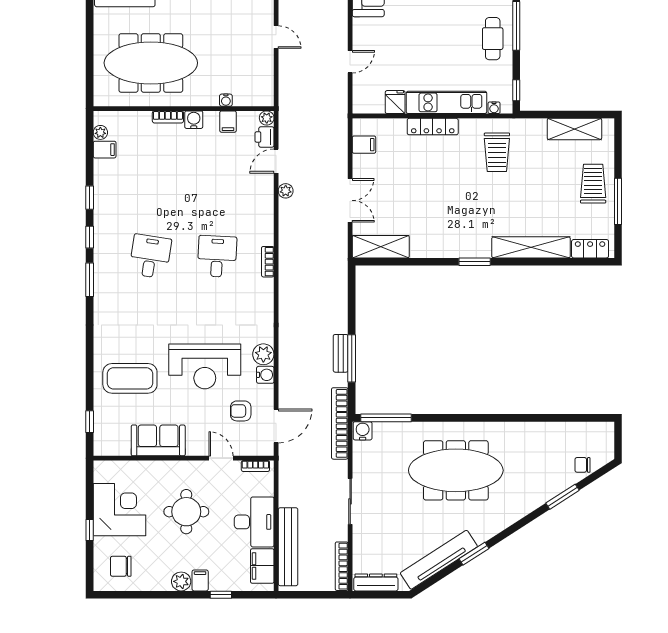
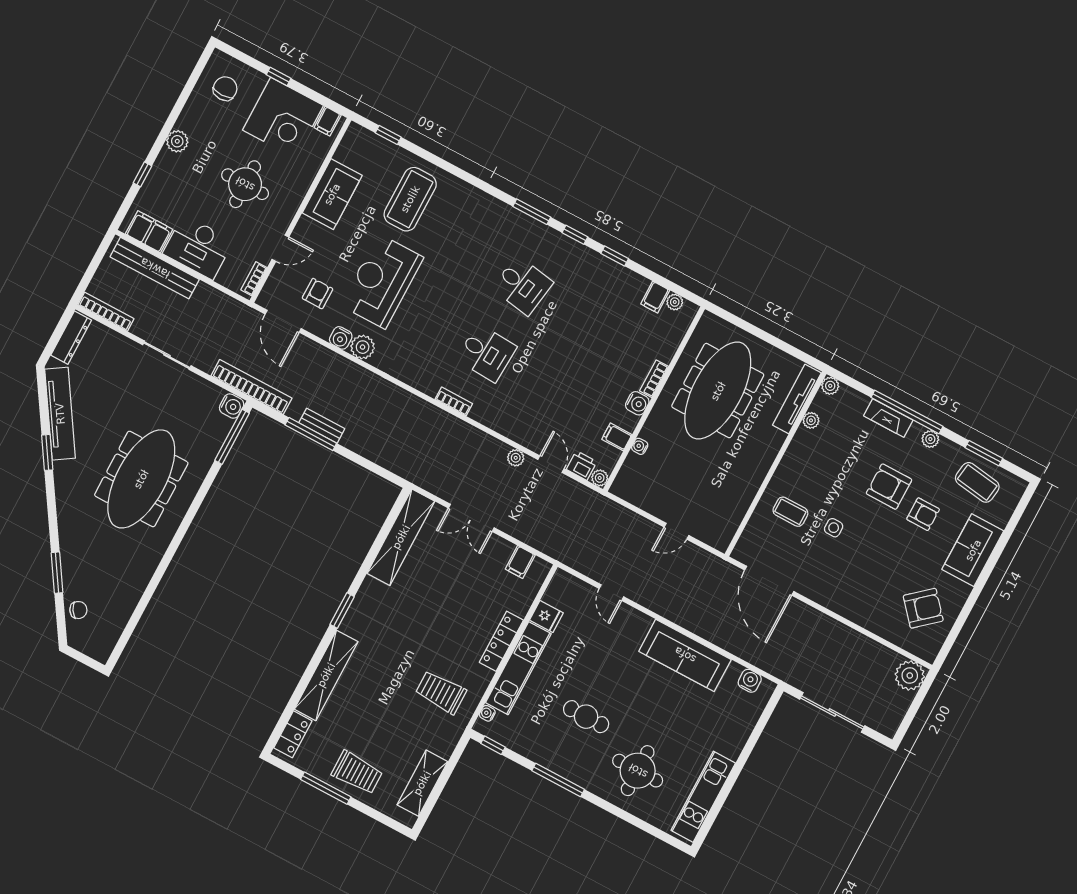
cafe table: (493, 39) -> (586, 717), moved
shelving: (381, 247) -> (401, 537), width x1.47
chair: (583, 465) -> (78, 610), turned 59
filing cabinet: (200, 580) -> (328, 121), moved, turned 90

